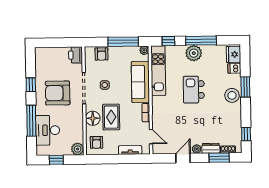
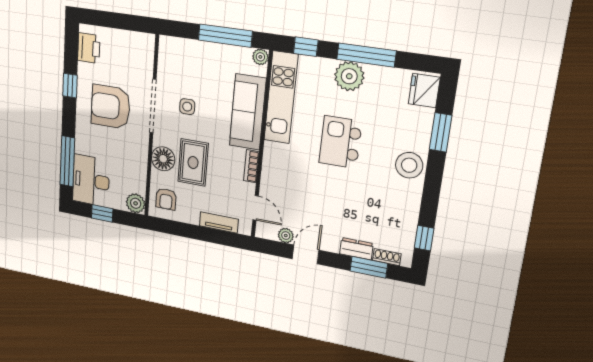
armchair: (102, 54) -> (187, 52), removed
printer: (76, 55) -> (89, 48), moved, turned 180
dishwasher: (234, 68) -> (422, 117), removed
window: (245, 87) -> (441, 132), moved
window: (31, 121) -> (67, 161), moved
desk: (48, 130) -> (91, 181), moved
plant: (197, 149) -> (286, 236), moved

